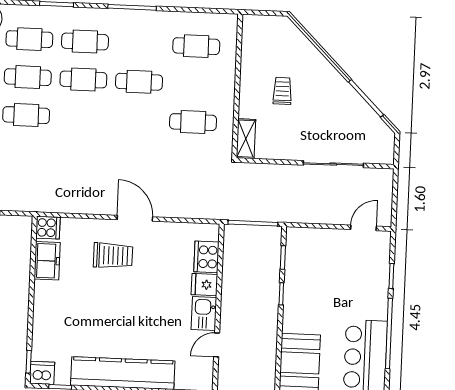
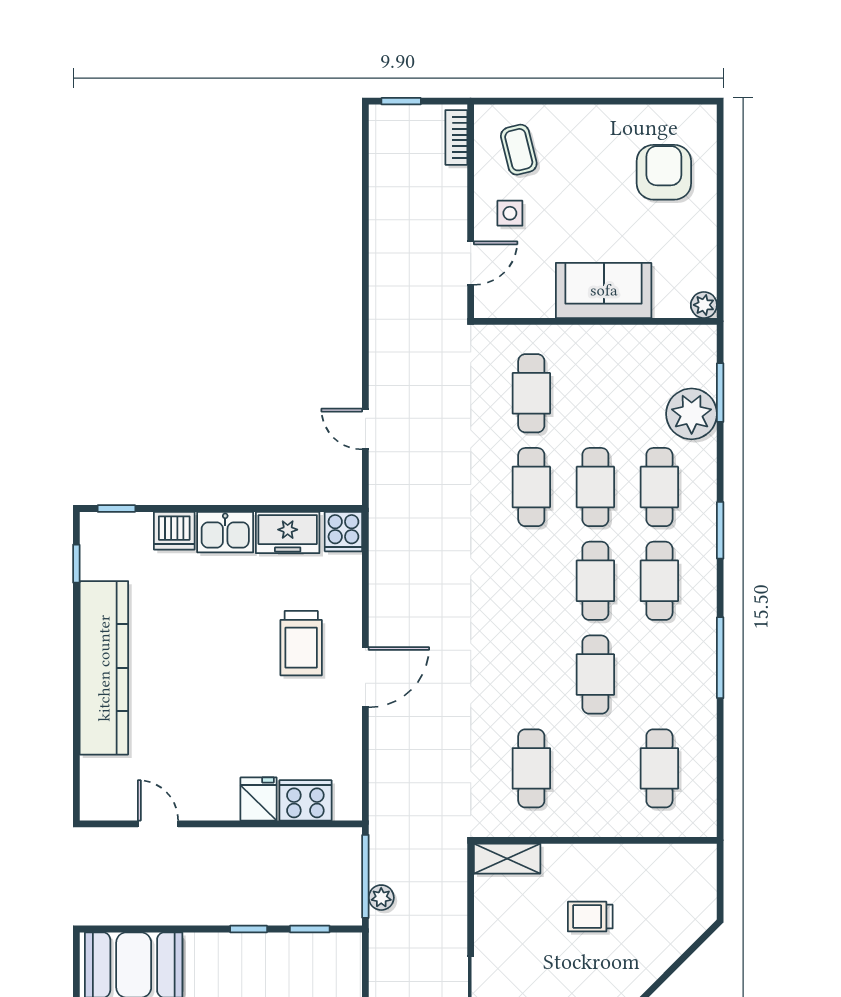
trolley: (282, 91) -> (590, 917), turned 180
plant: (266, 214) -> (381, 898), added
kitchen sink: (204, 314) -> (225, 532), moved, turned 180
dishwasher: (42, 373) -> (174, 531), moved, turned 90

